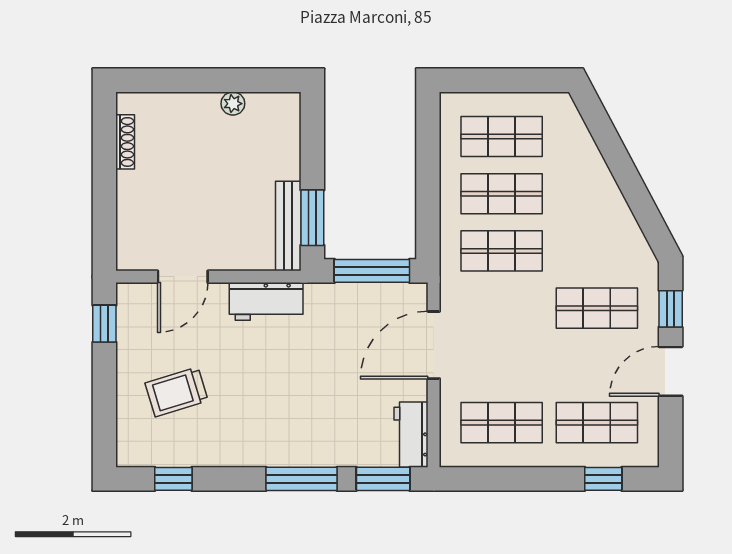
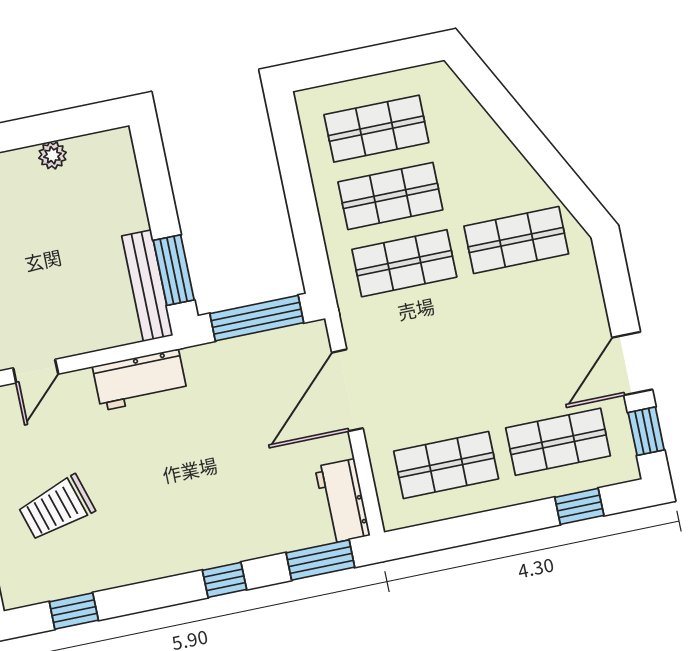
door: (183, 277) -> (36, 371), width x0.73
shop shelf: (597, 308) -> (516, 240), moved
window: (671, 309) -> (646, 431), moved
window: (301, 479) -> (224, 580), width x0.46

